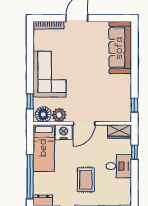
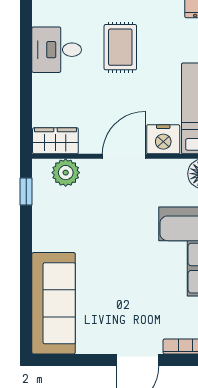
plant: (59, 115) -> (66, 173), moved
window: (134, 152) -> (26, 101), removed
desk: (119, 166) -> (57, 50), moved

